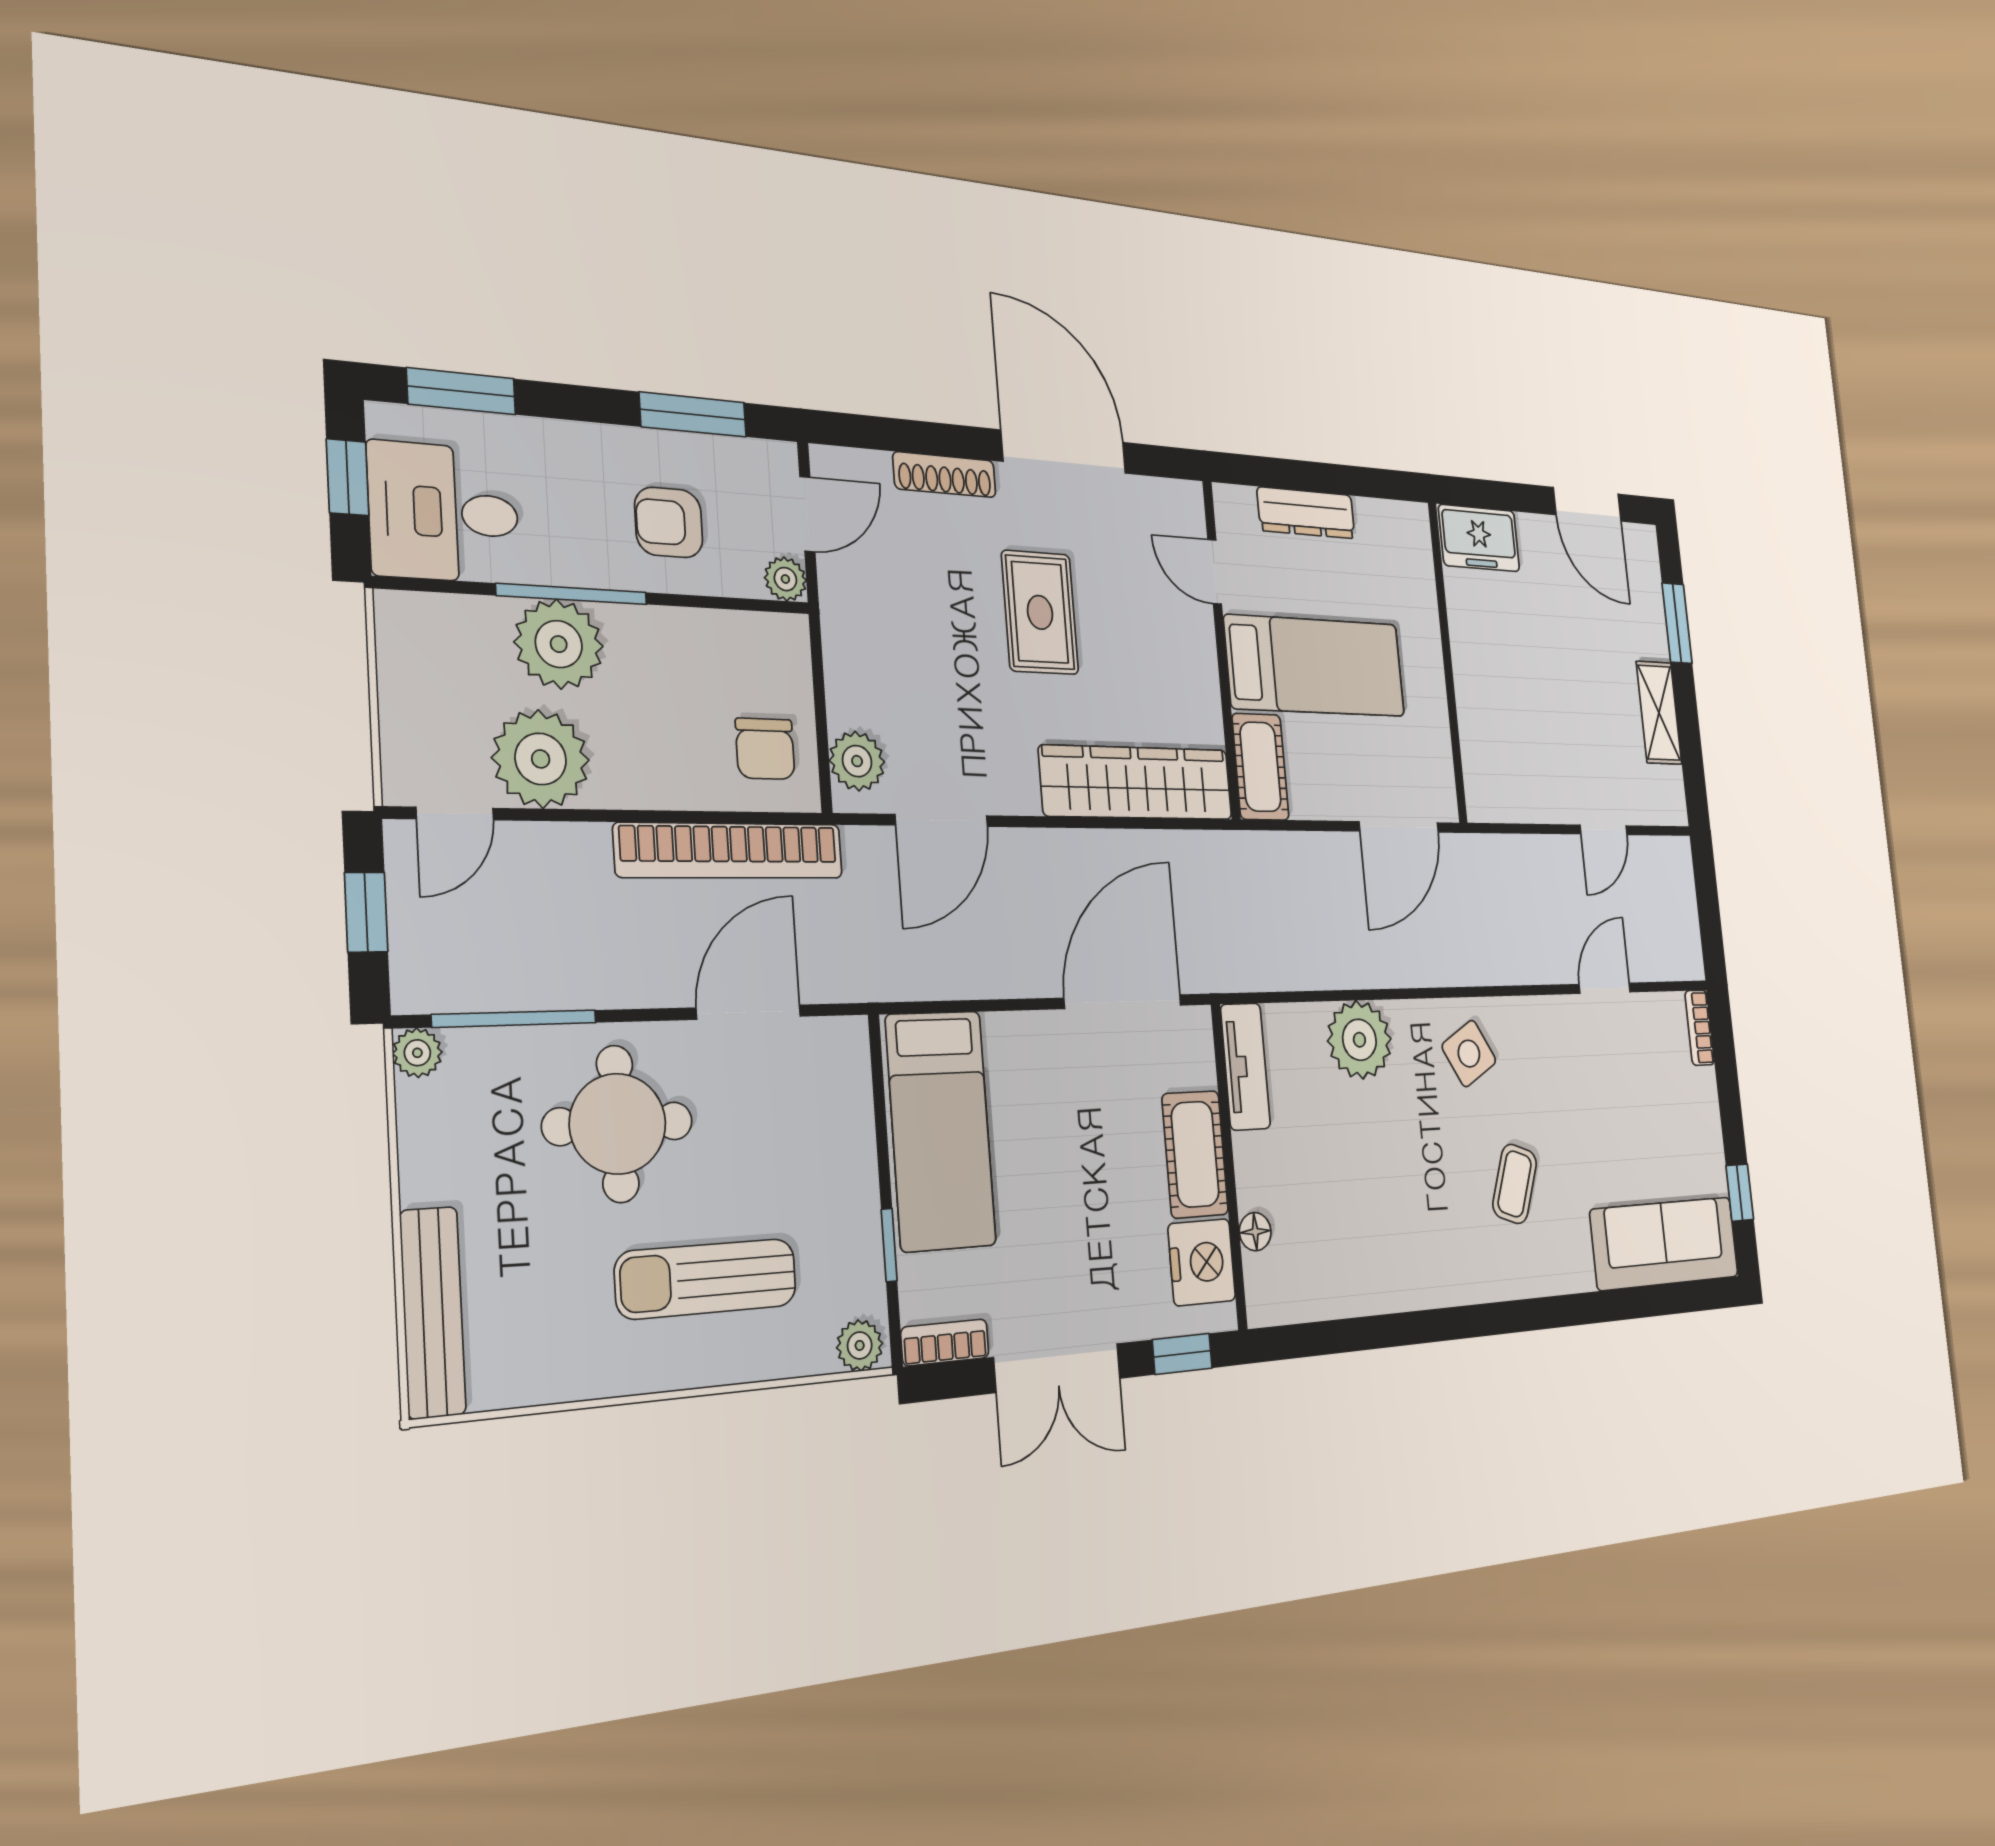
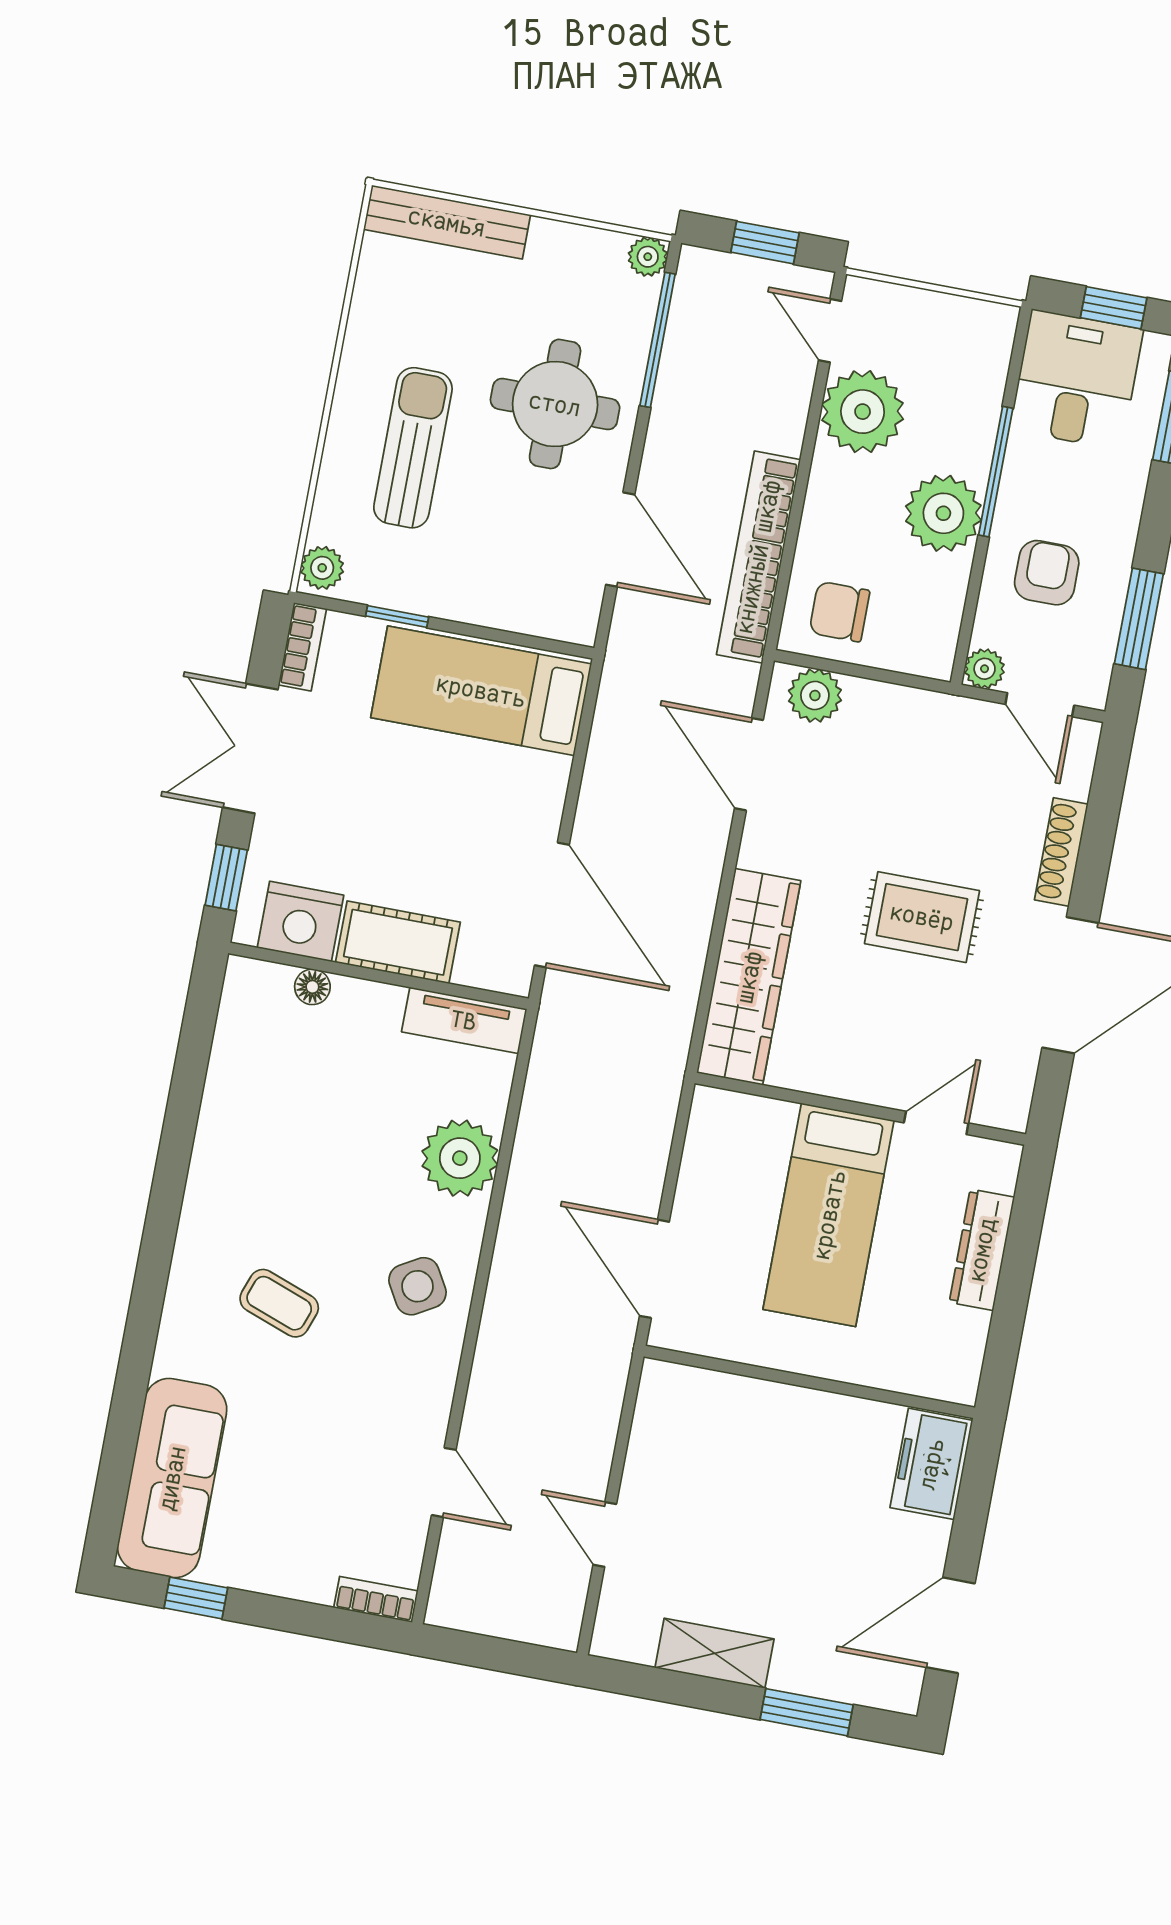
plant: (559, 644) -> (943, 513), moved
cot: (1260, 767) -> (741, 1121), removed

